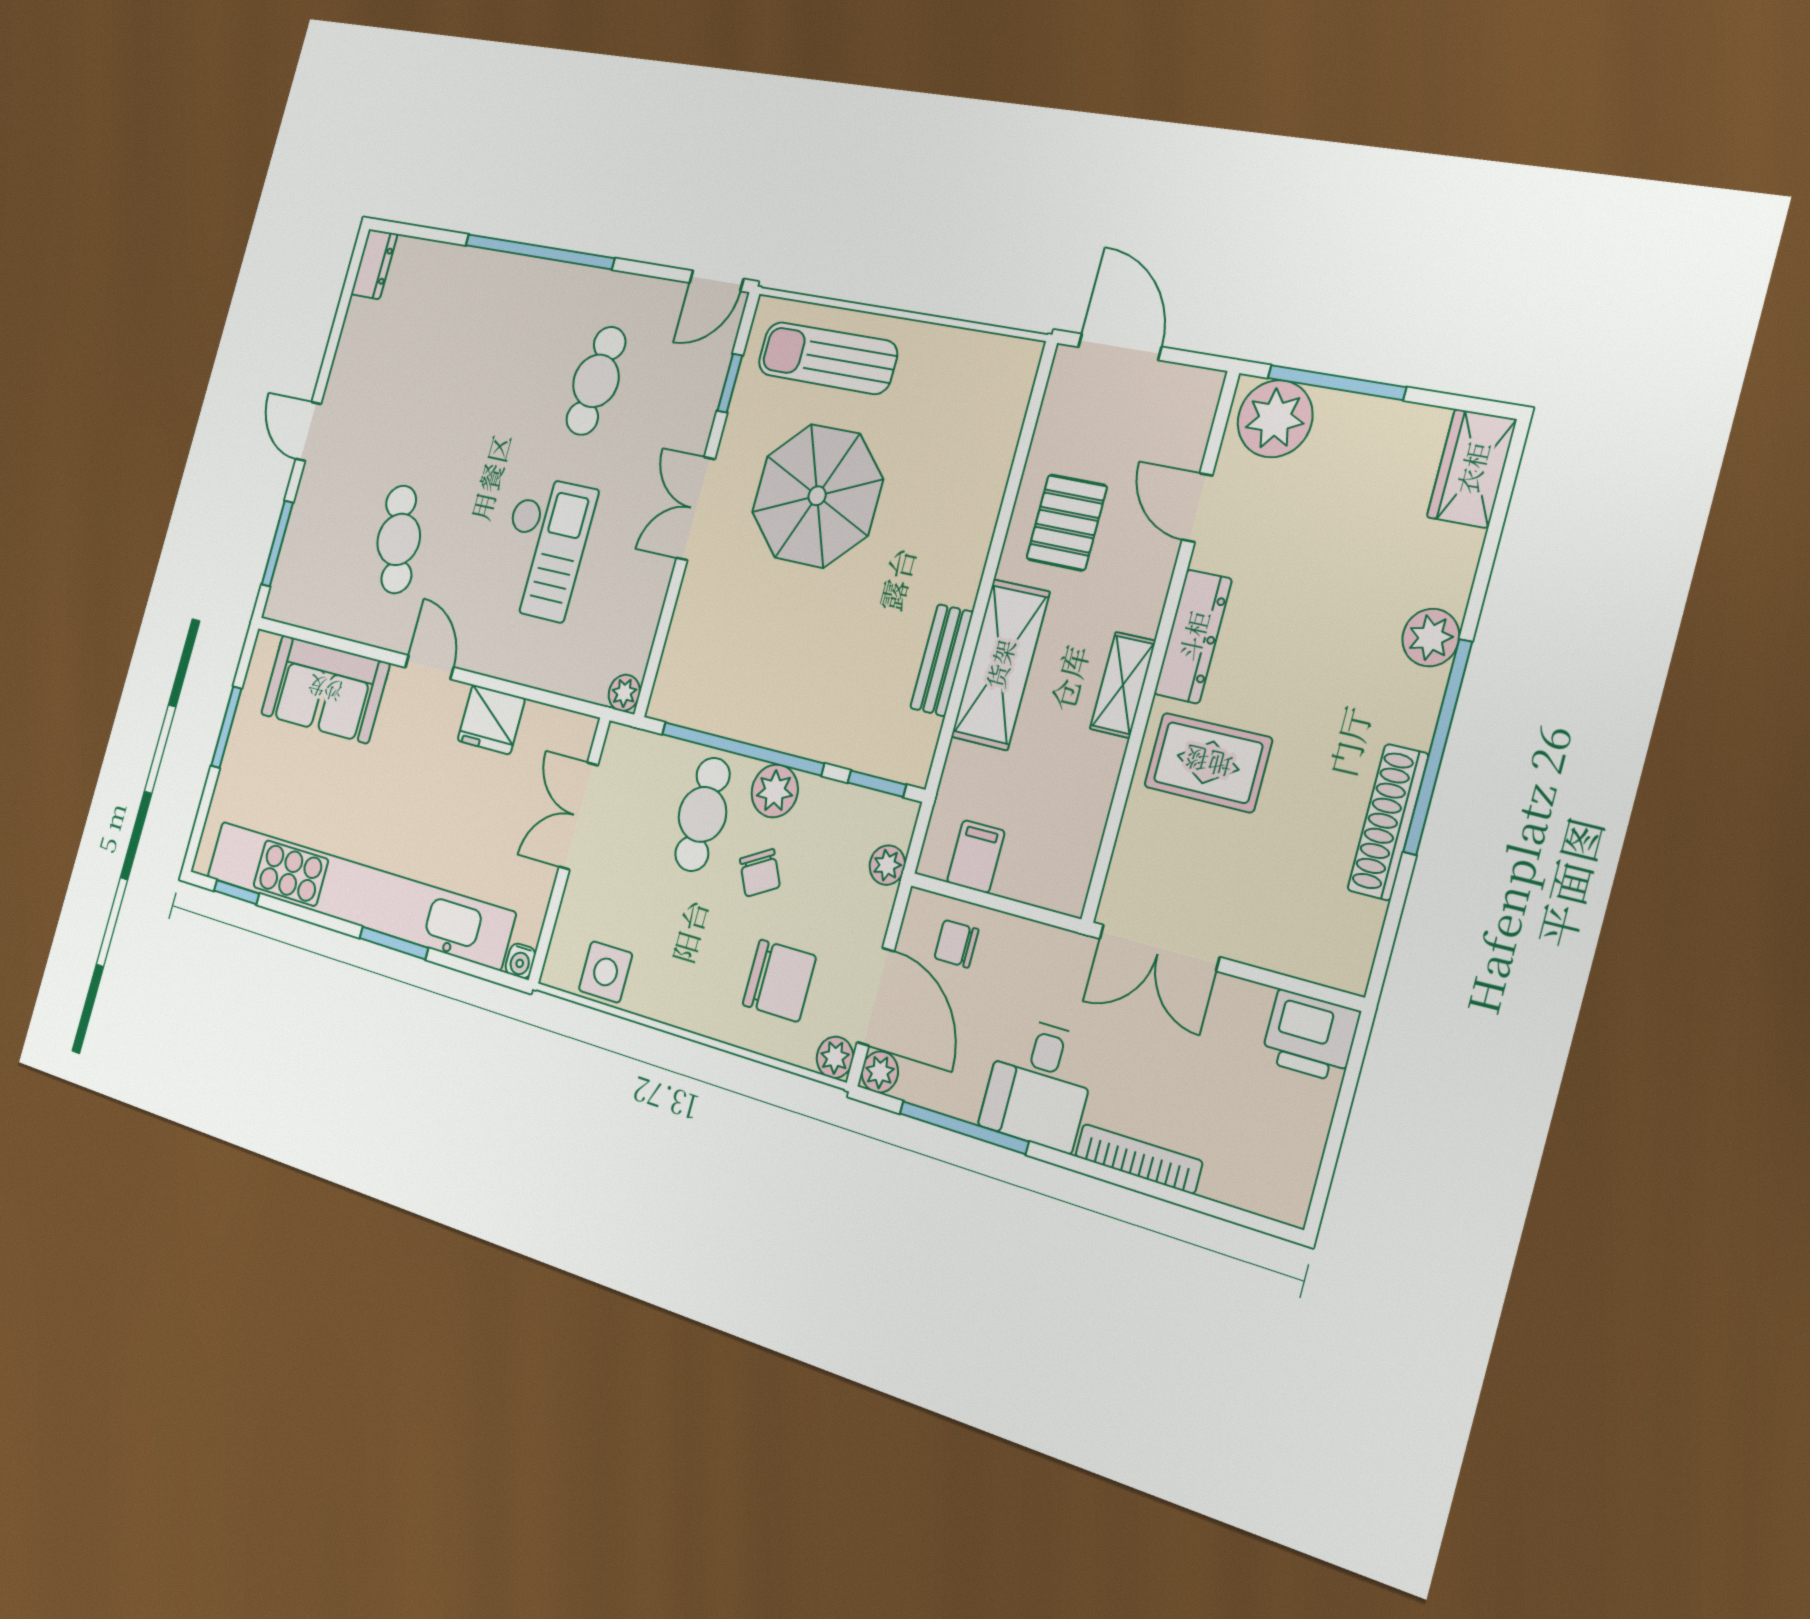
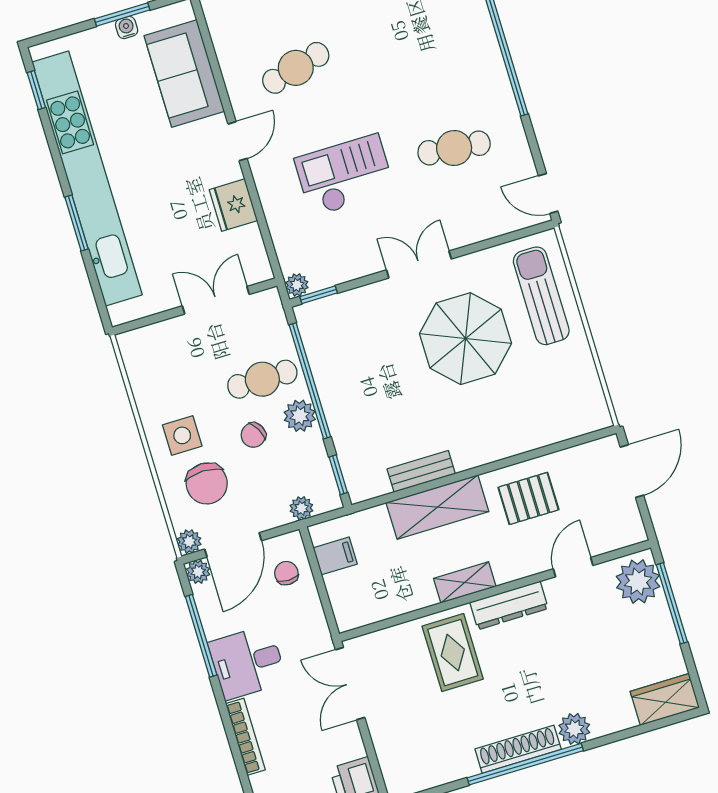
window: (730, 383) -> (319, 295), moved
checkout: (543, 548) -> (345, 175), turned 180
shoe rack: (1388, 822) -> (518, 749), moved
water cooler: (520, 961) -> (127, 28), moved, turned 90
side table: (606, 972) -> (182, 435), moved

